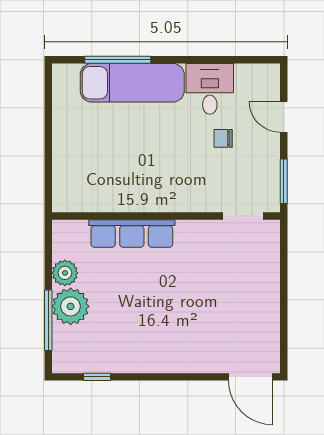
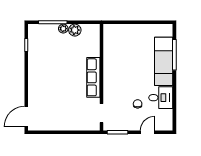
row of seats: (132, 233) -> (93, 77), moved
plant: (71, 306) -> (63, 29), width x0.53, depth x0.53

